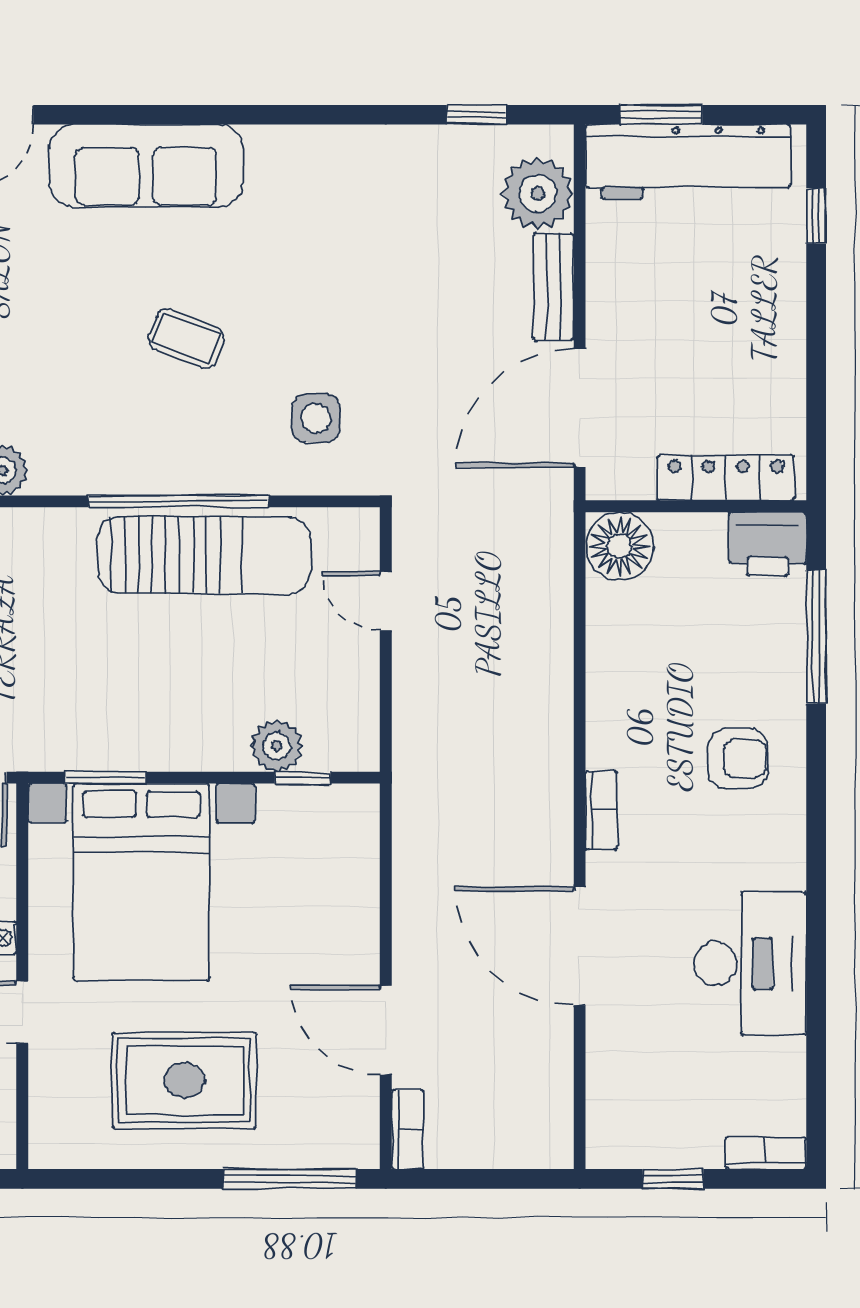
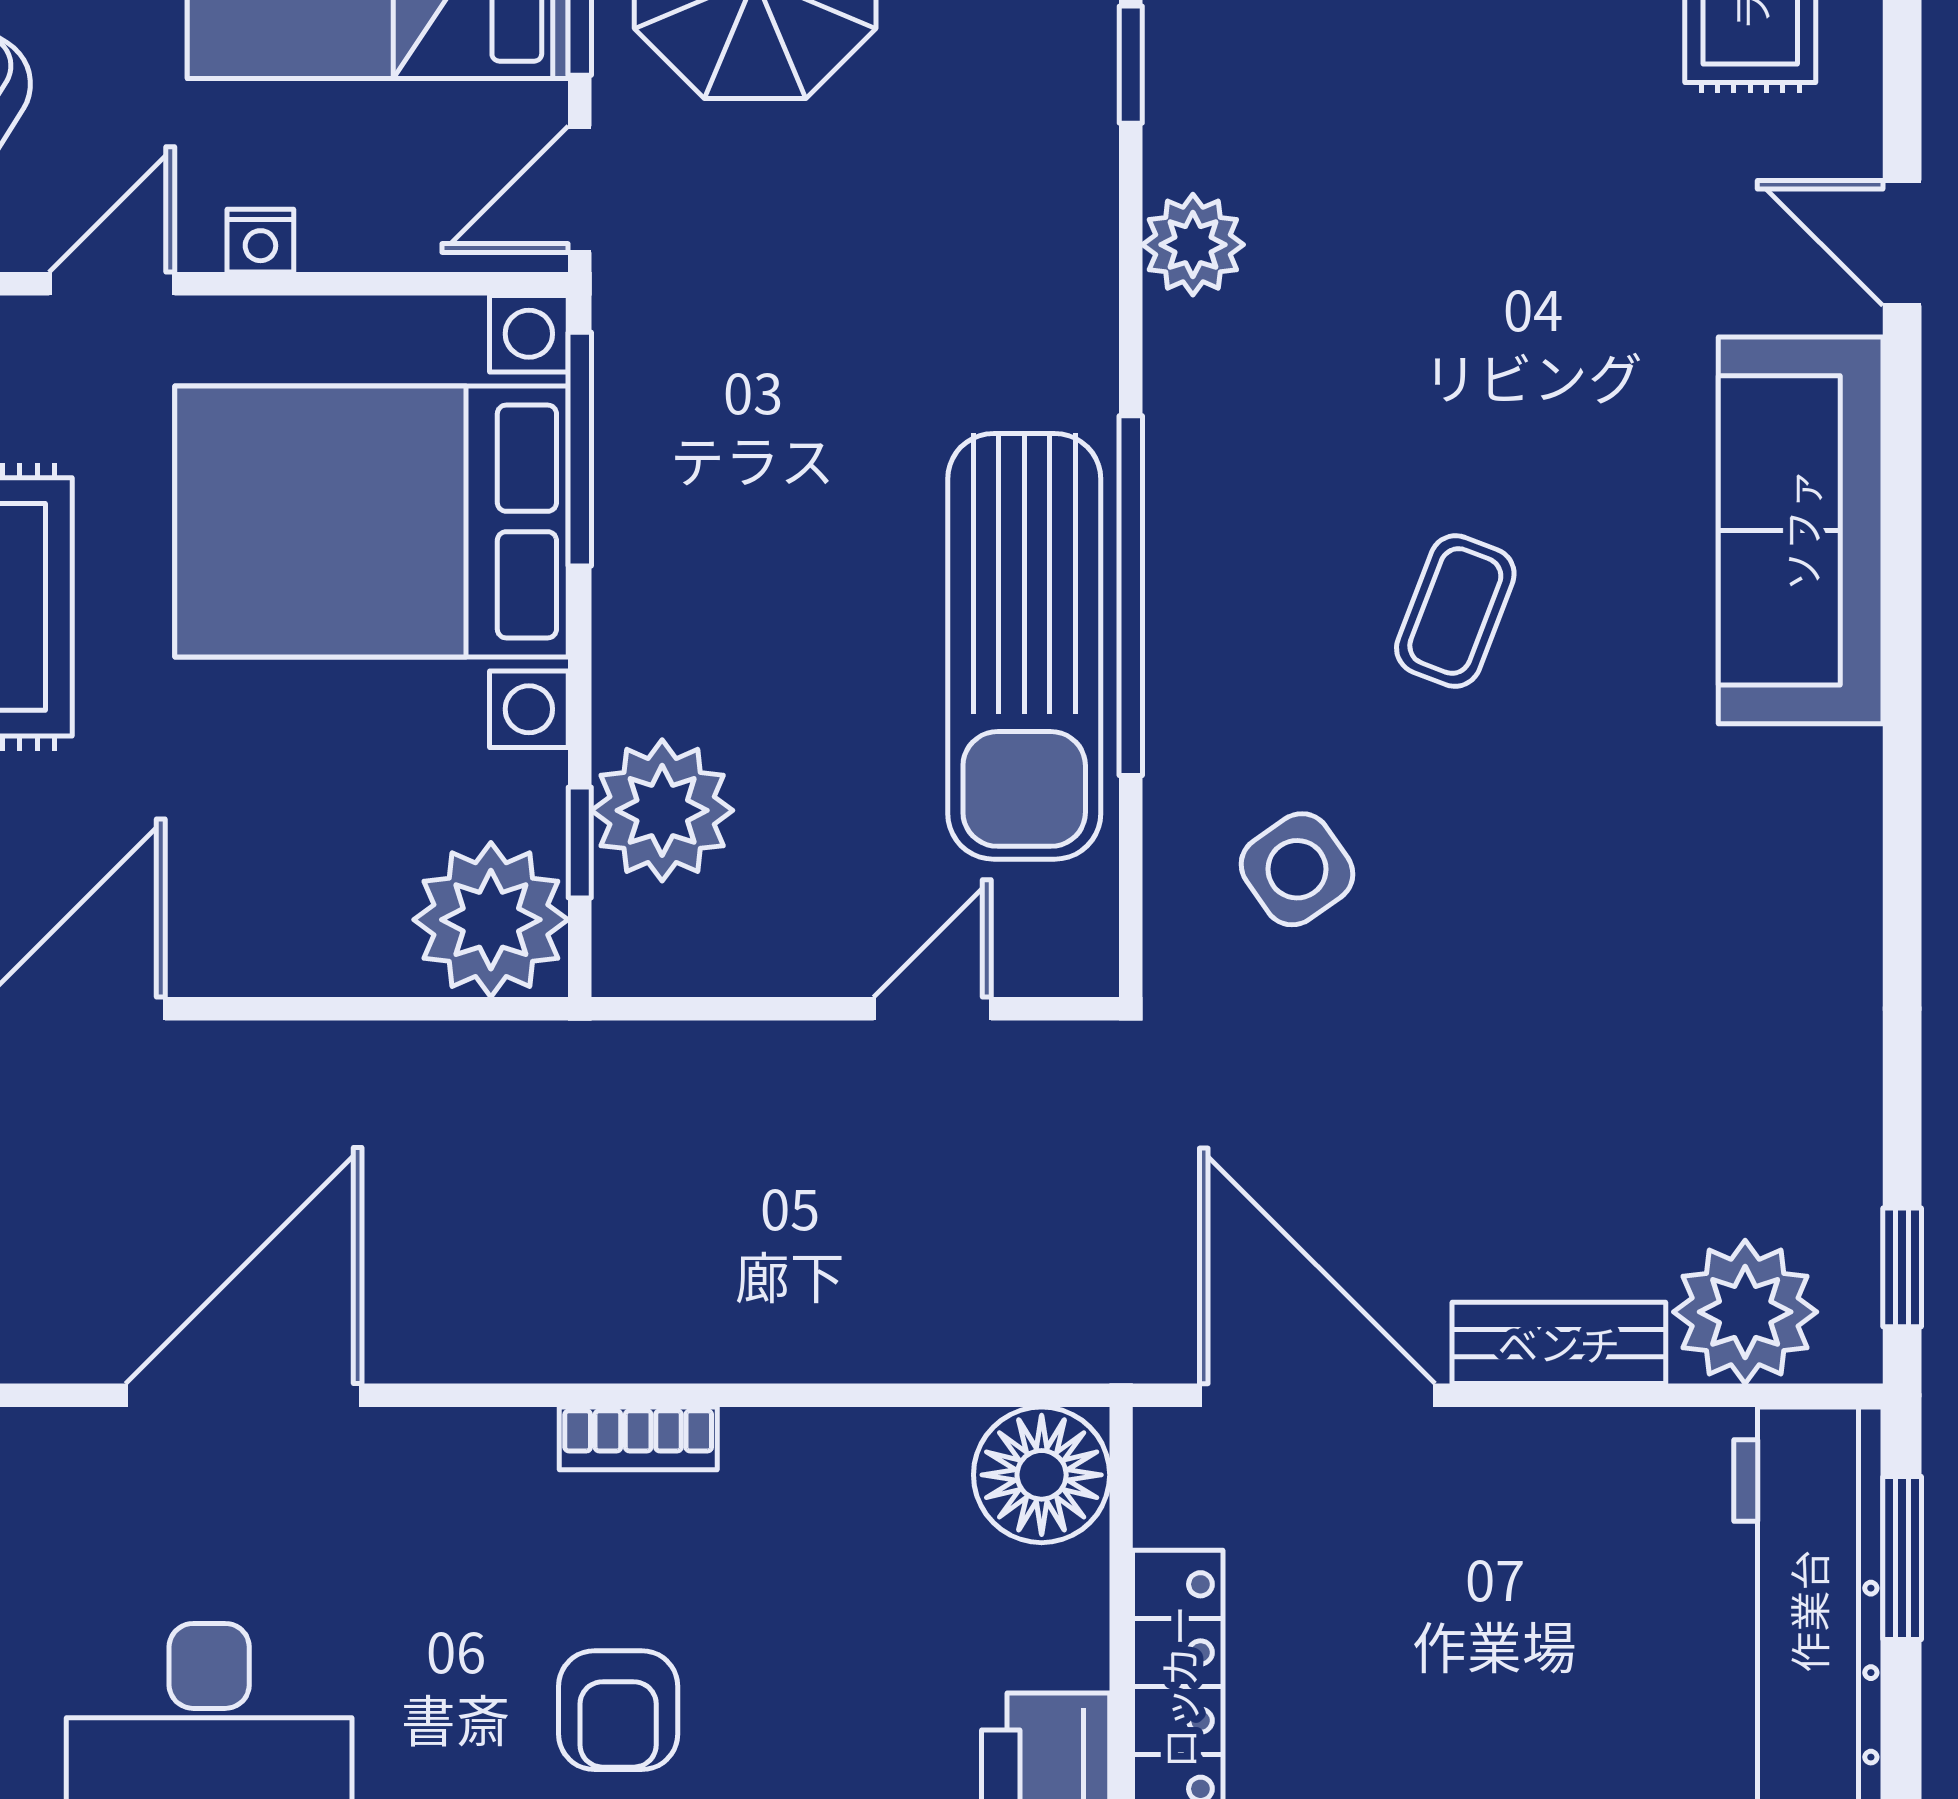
window: (477, 115) -> (1902, 1267), moved
side table: (316, 418) -> (1297, 869), turned -35
plant: (277, 746) -> (662, 810), width x1.36, depth x1.36
window: (105, 778) -> (580, 449), width x1.44
bookcase: (601, 810) -> (638, 1438), moved
plant: (341, 822) -> (491, 920), added

